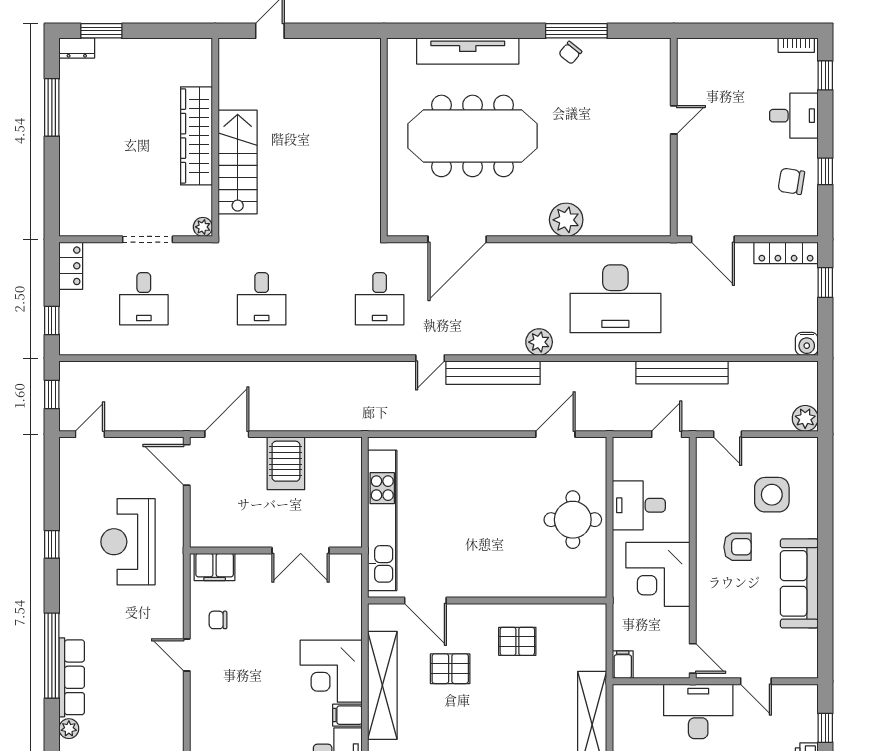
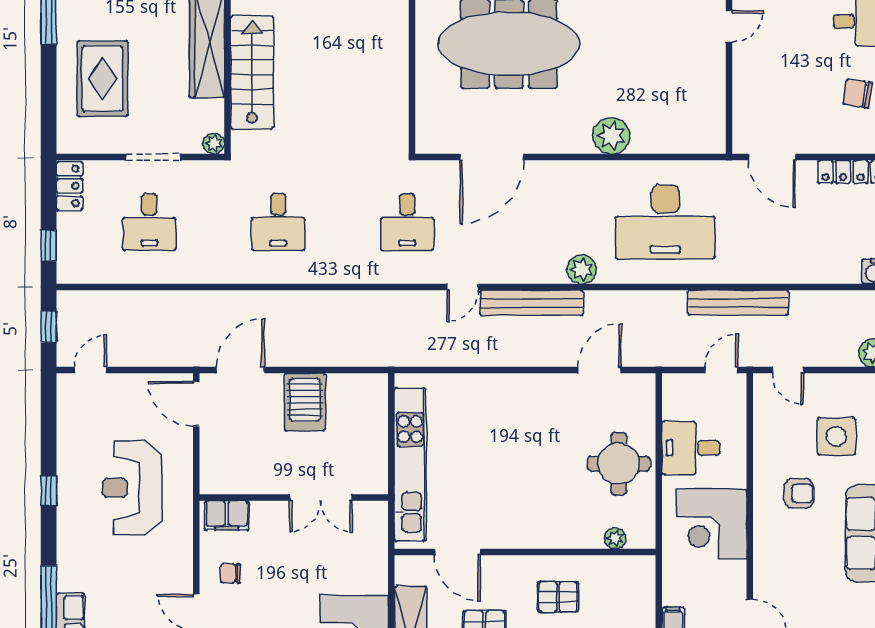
rug: (101, 168) -> (103, 79), added
plant: (570, 588) -> (615, 538), added

